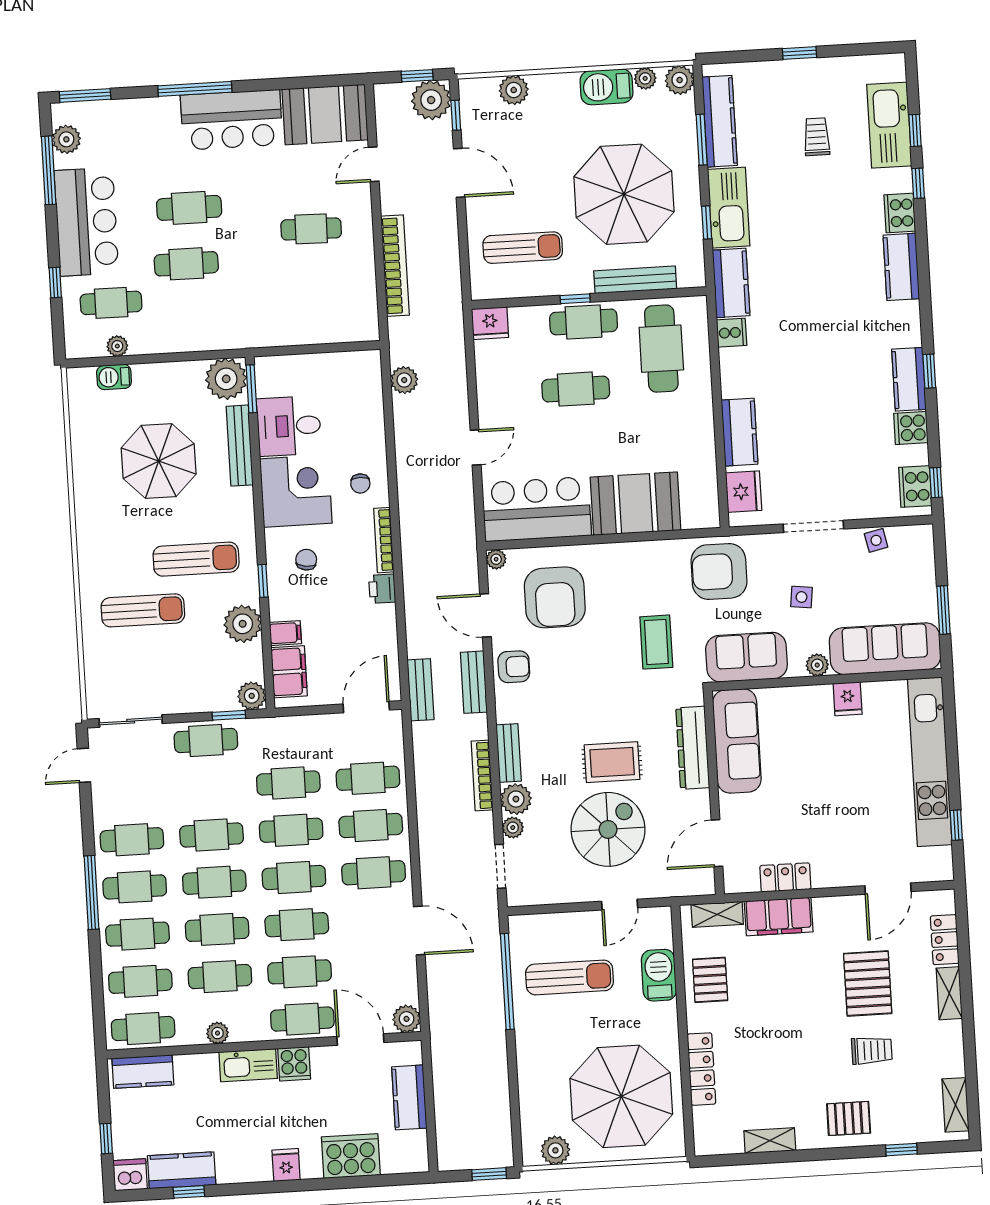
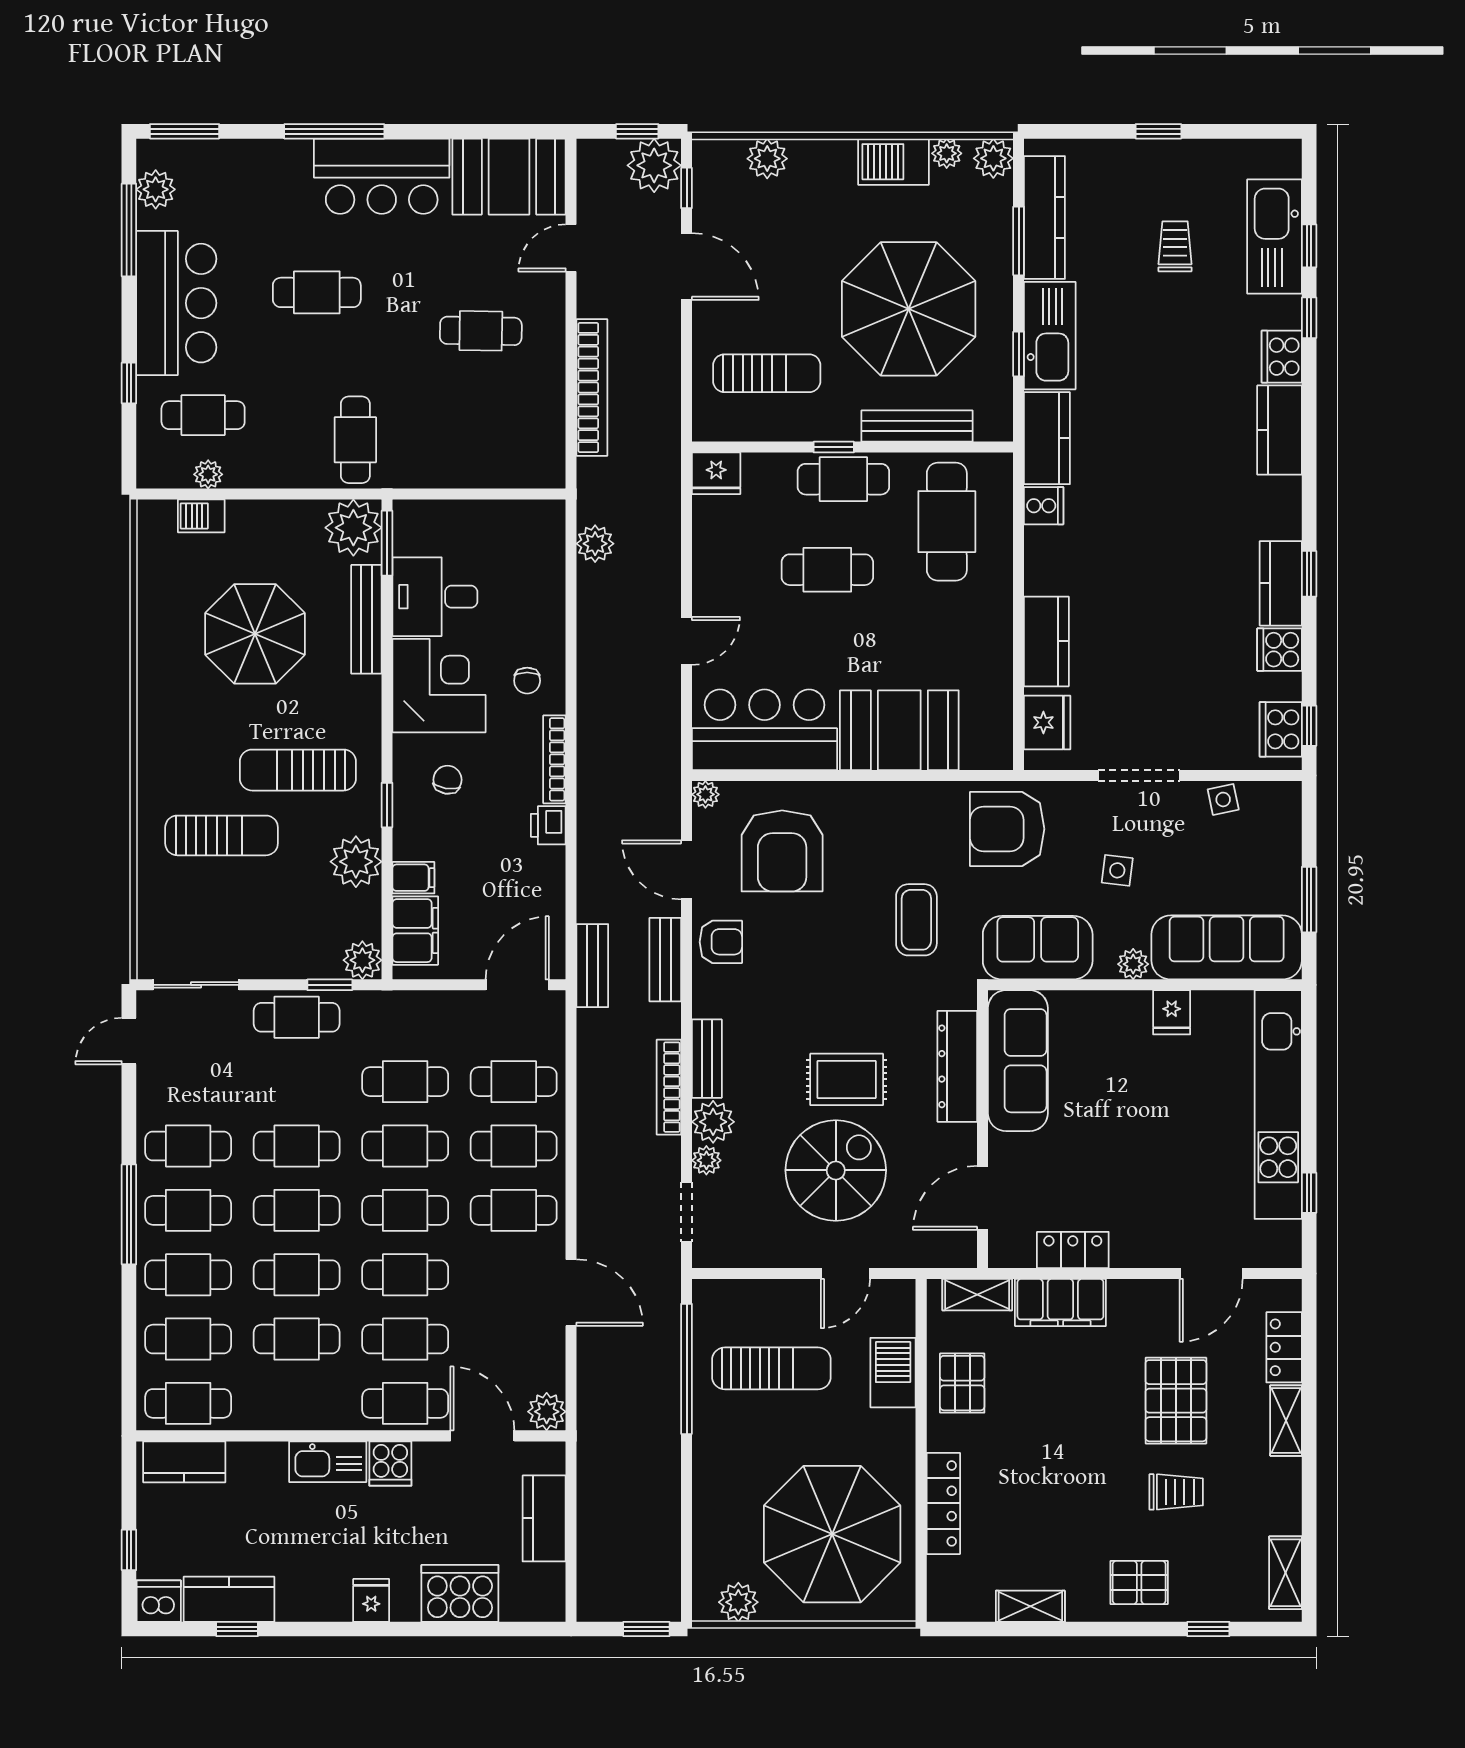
cafe table: (186, 264) -> (355, 440), moved, turned 90
sun lounger: (196, 559) -> (298, 770), turned 180
plant: (218, 1033) -> (289, 1416), removed

